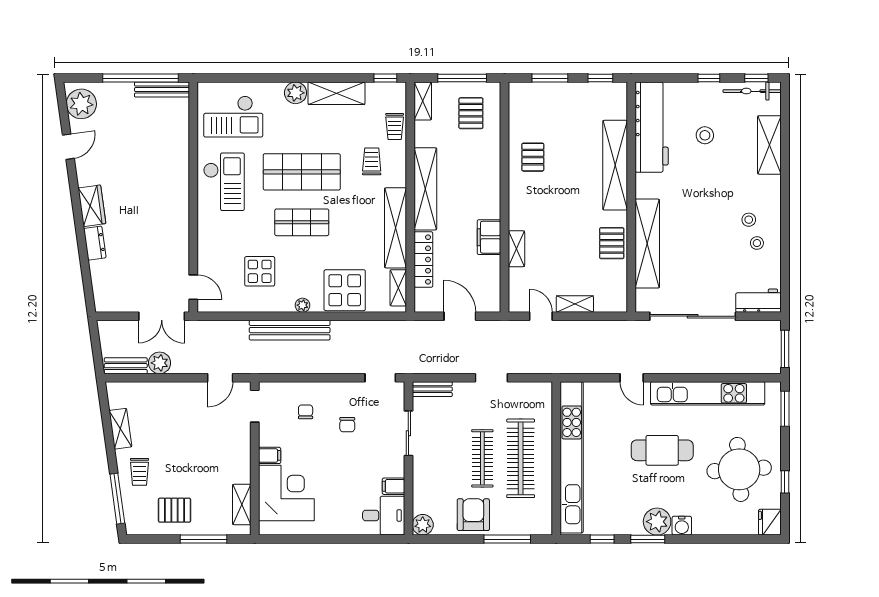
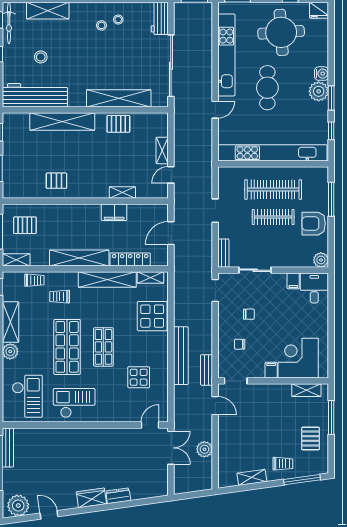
plant: (303, 305) -> (163, 346), removed
bench: (126, 366) -> (207, 370), moved

